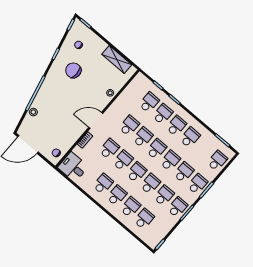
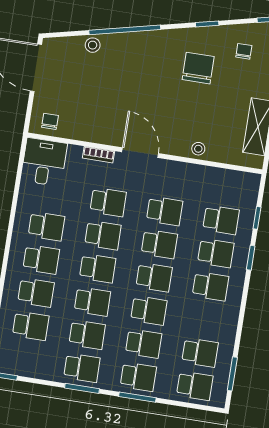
school desk: (190, 137) -> (200, 353), moved

